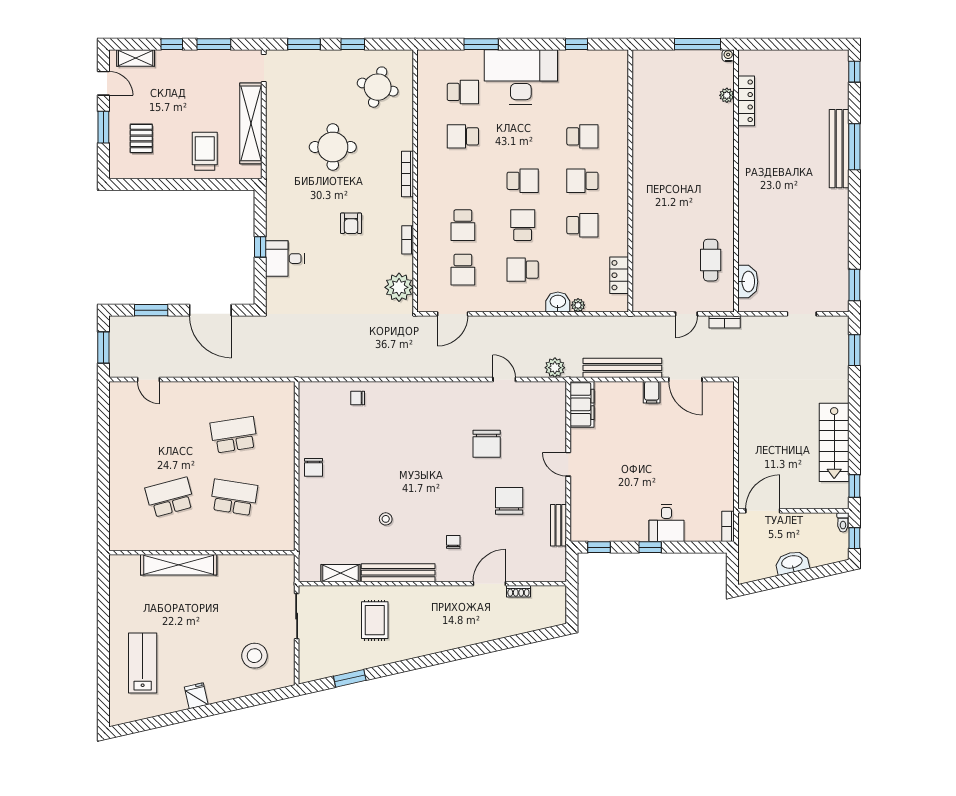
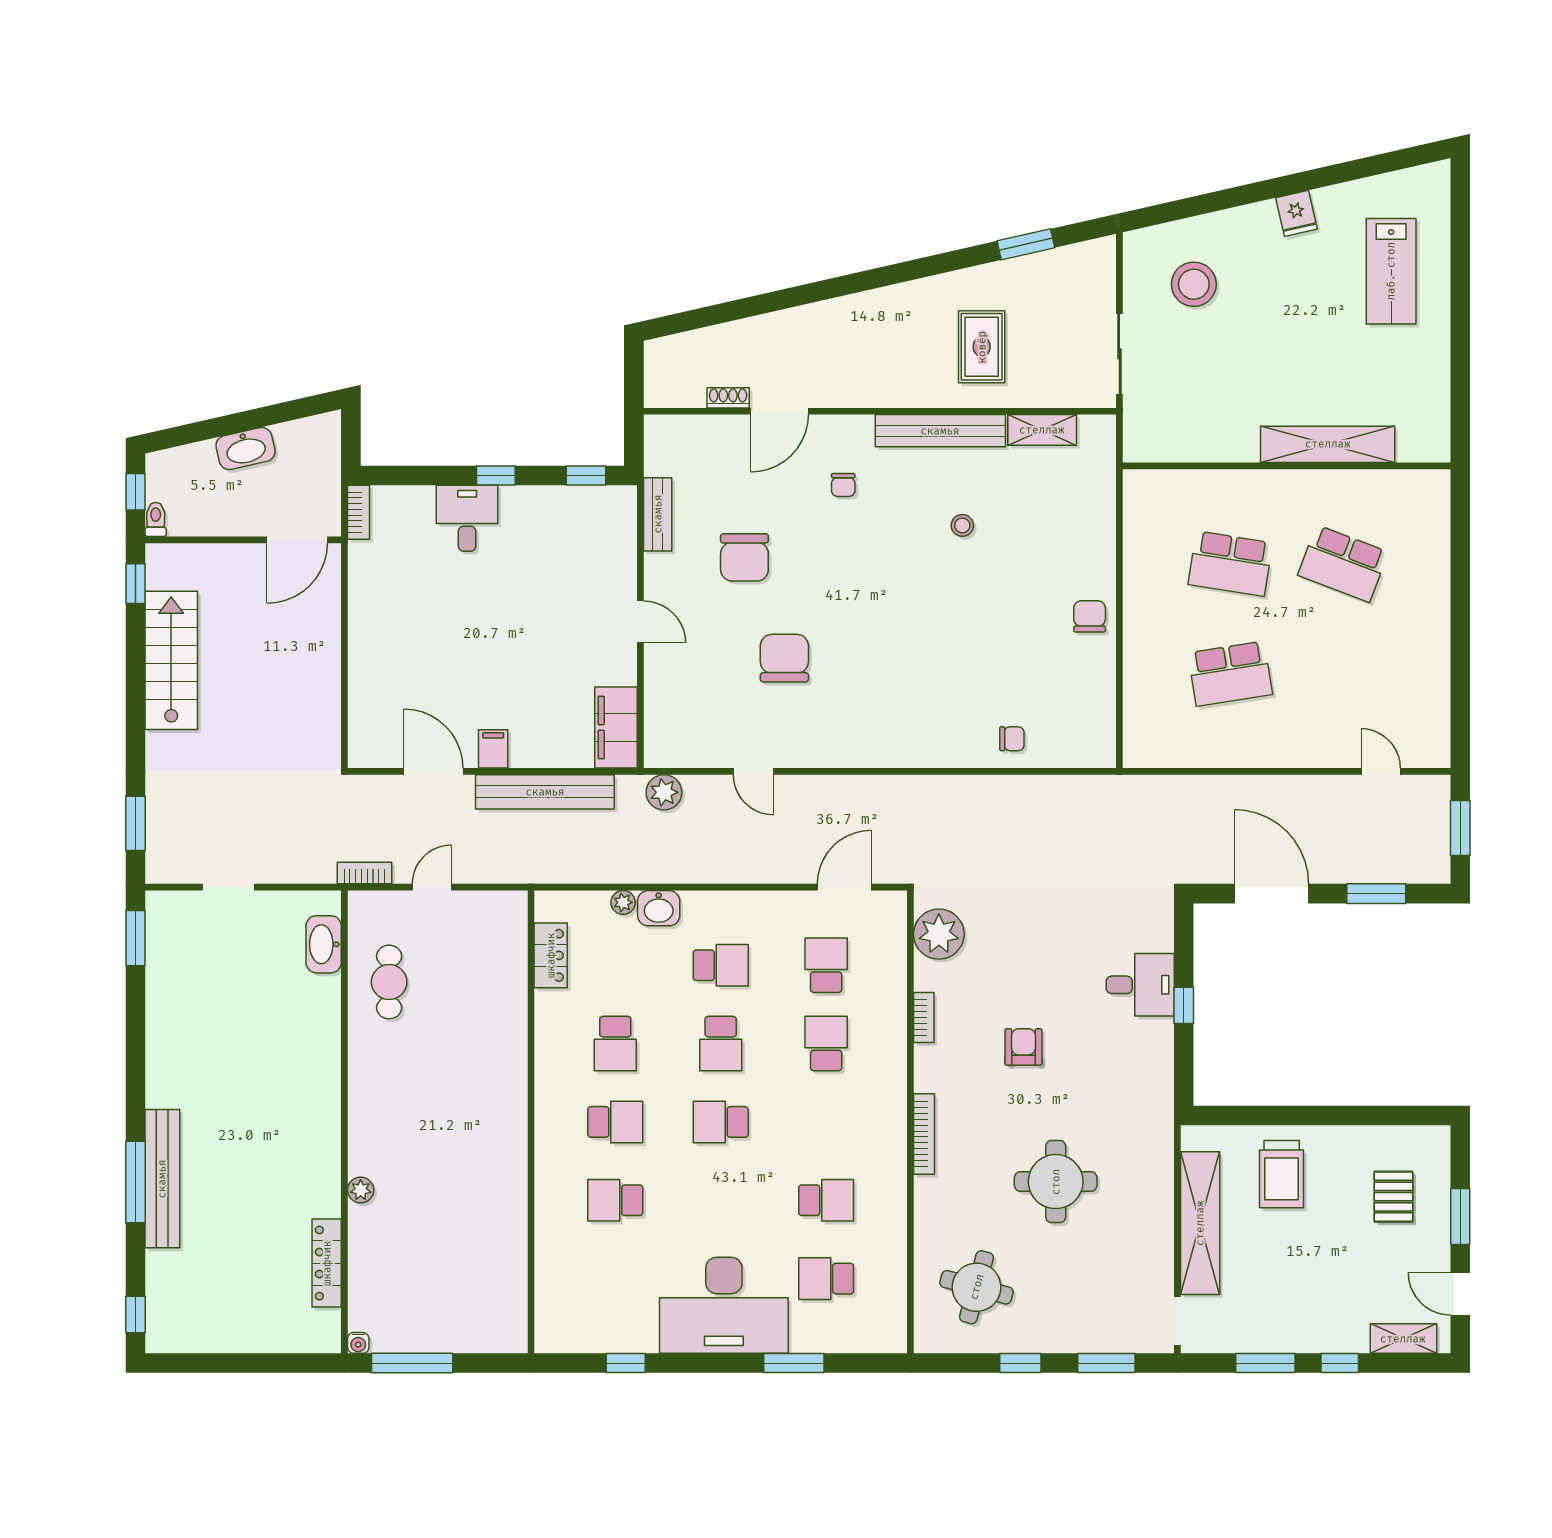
plant: (727, 95) -> (361, 1190), moved
school desk: (582, 225) -> (615, 1044), turned -90
school desk: (170, 497) -> (1343, 564), turned 36

